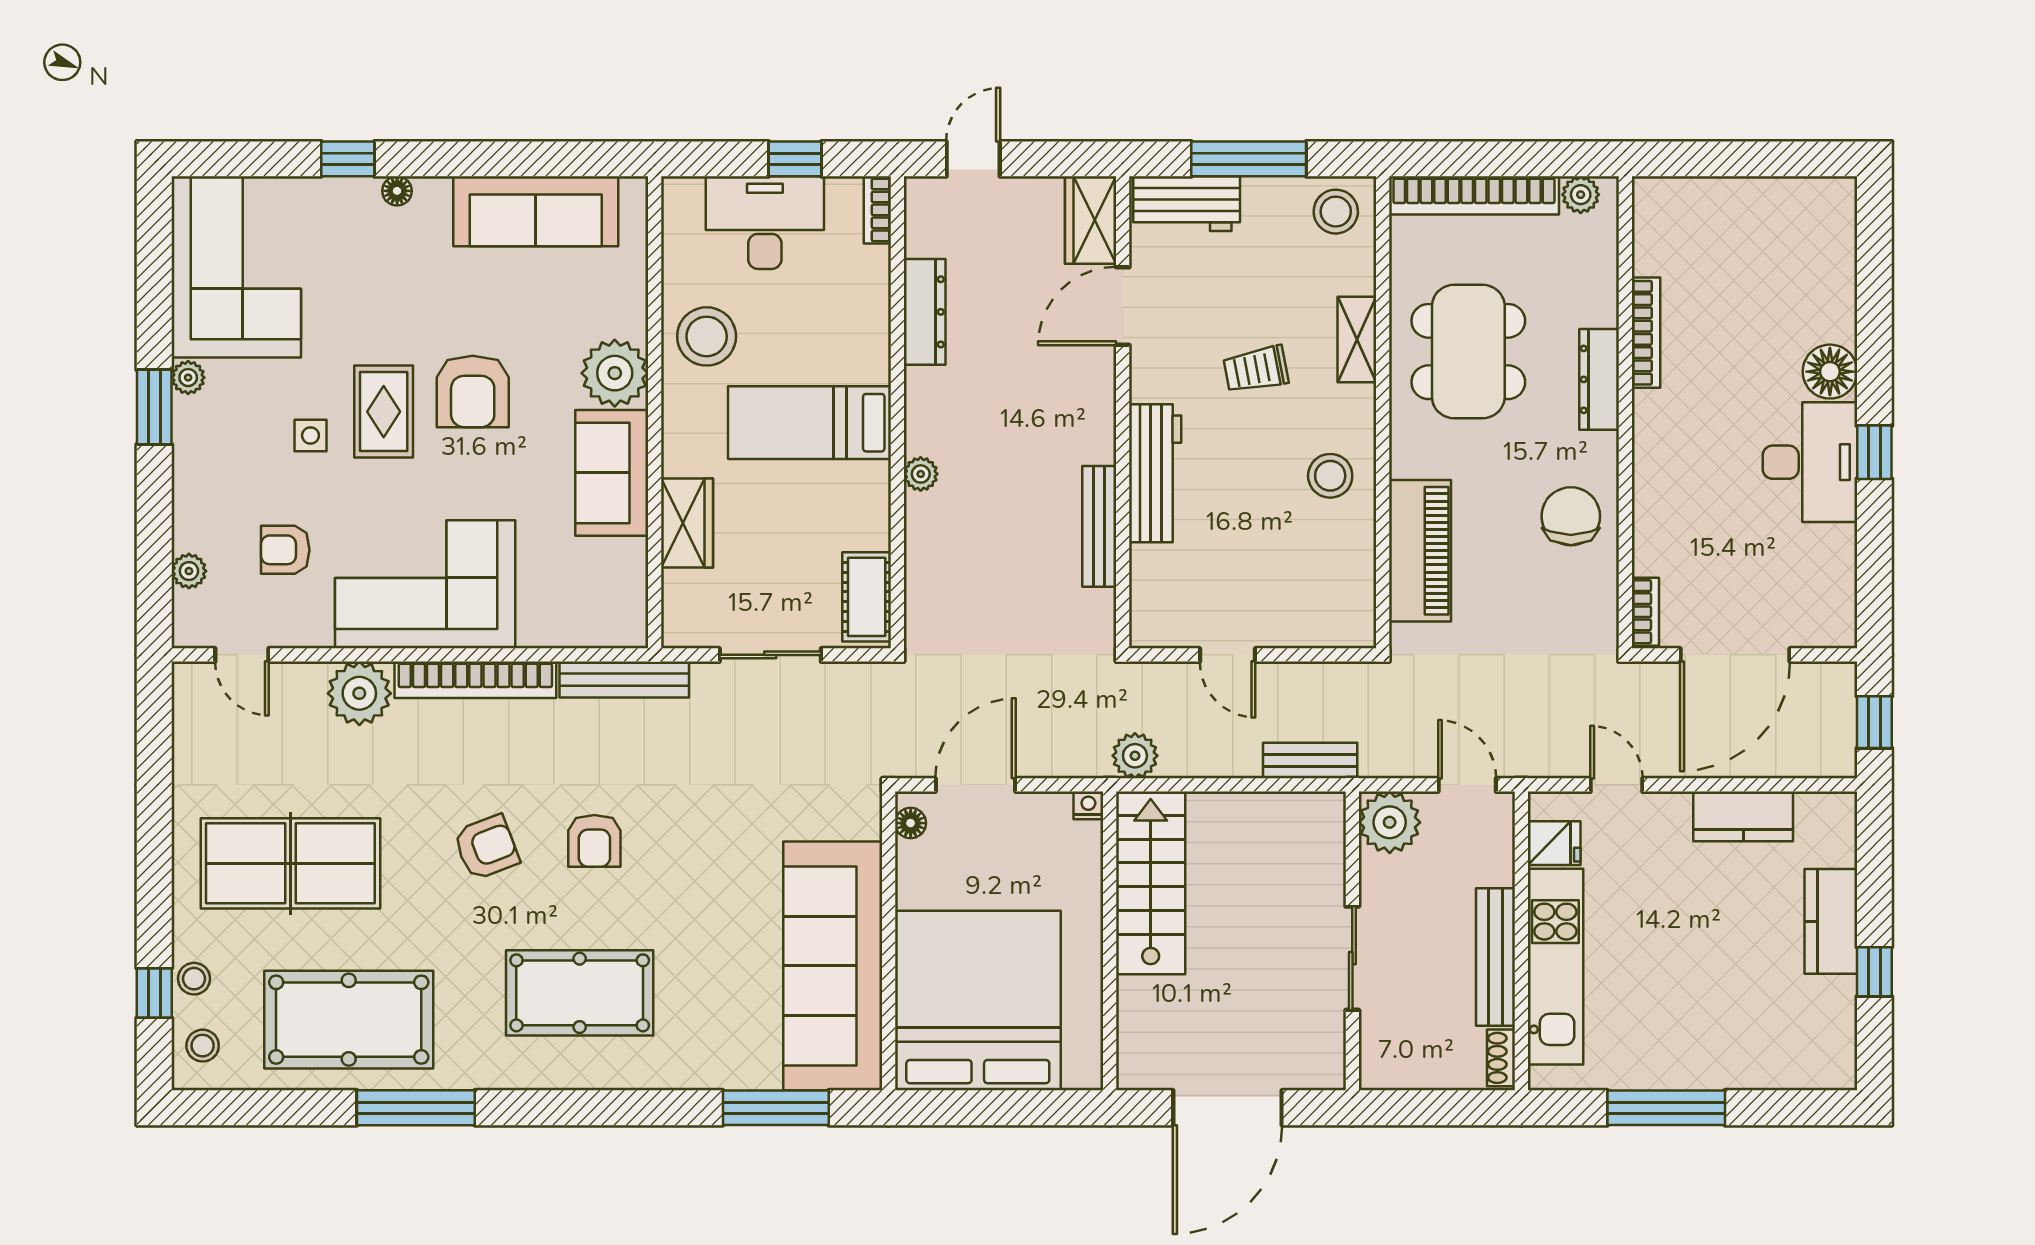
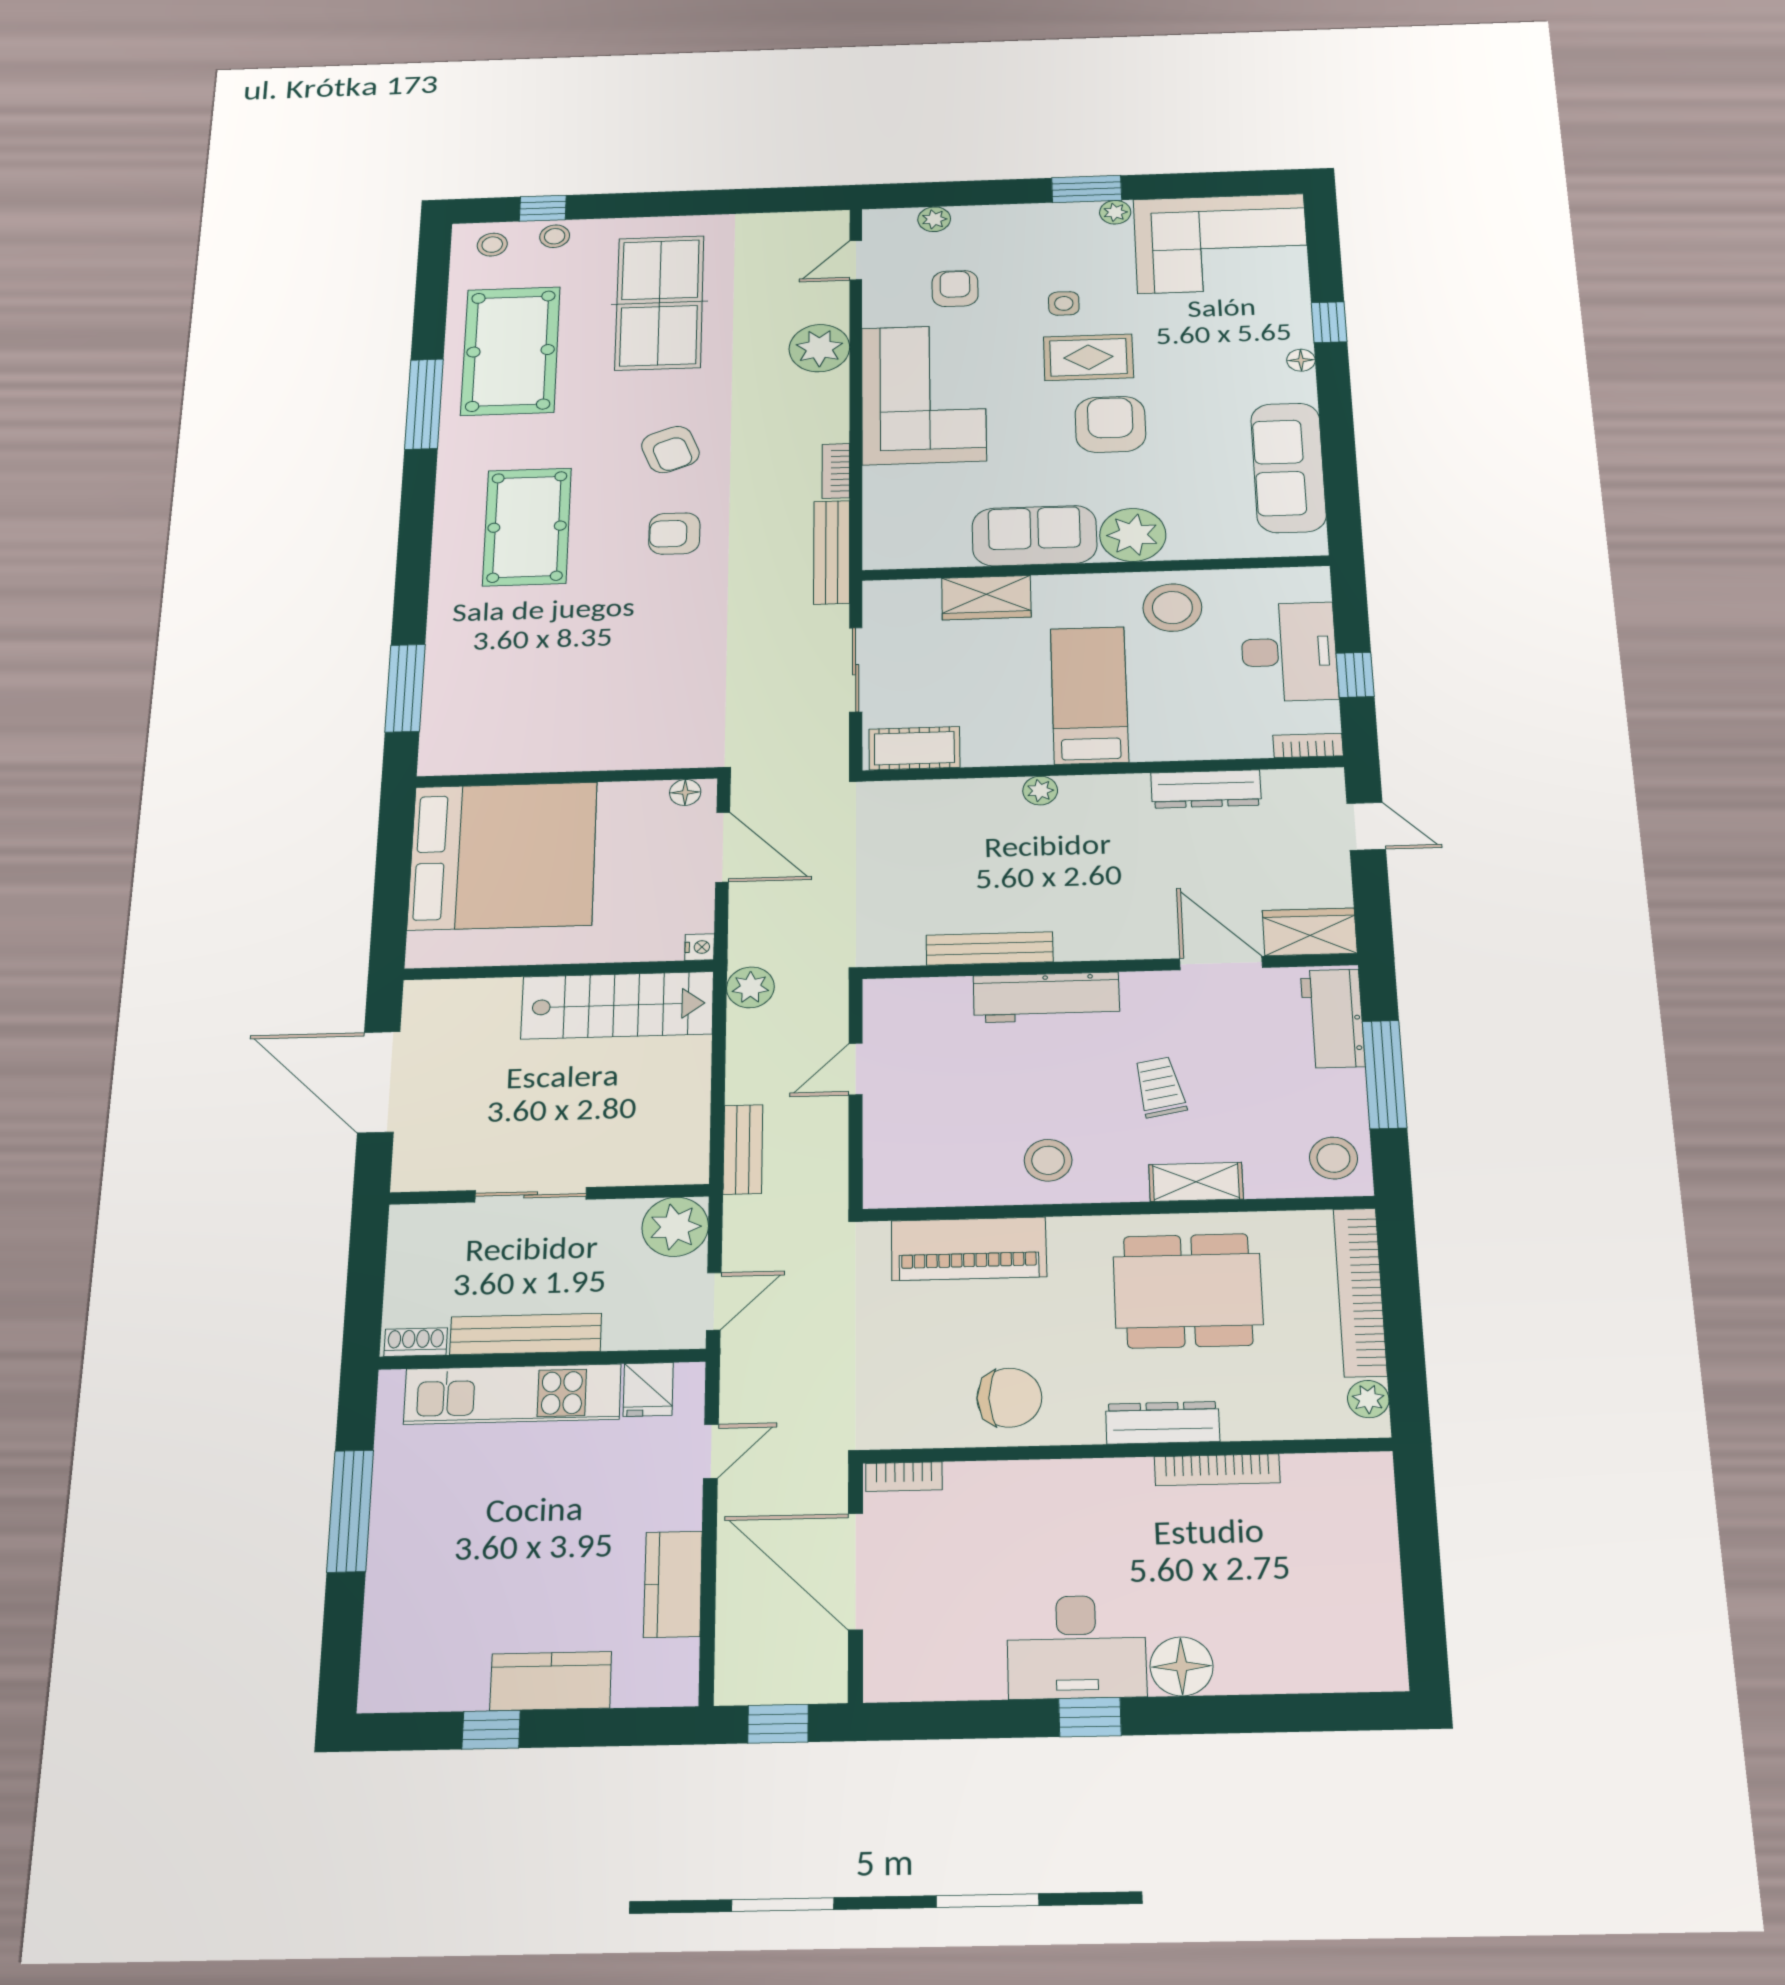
armchair: (473, 391) -> (1110, 424), turned 90
bookcase: (475, 680) -> (836, 471), width x0.43, depth x0.76
sofa: (833, 966) -> (544, 731), removed

